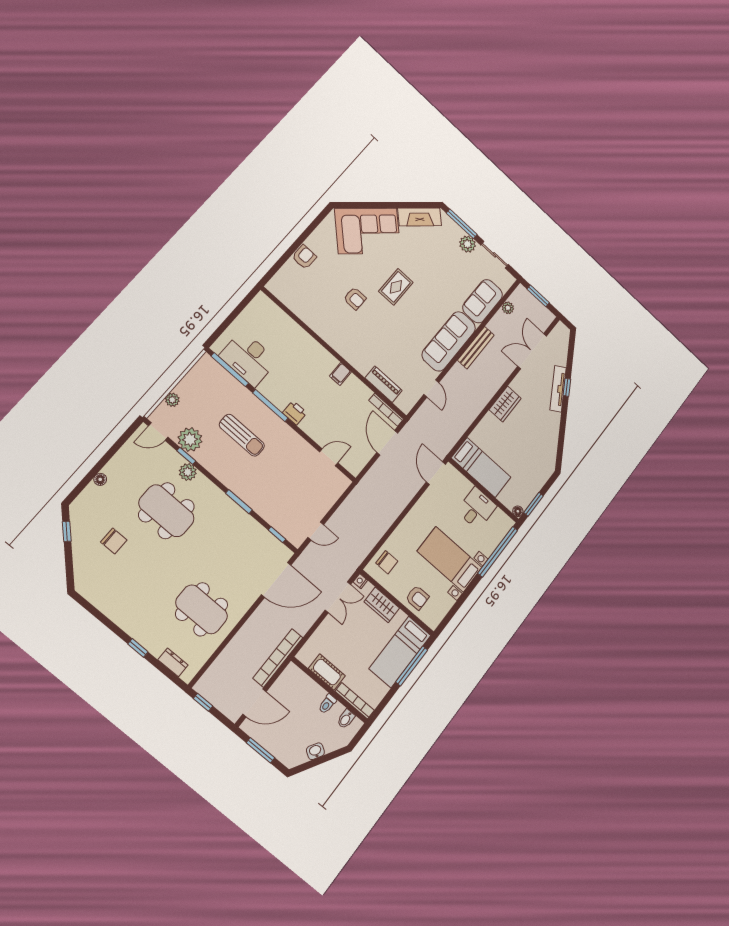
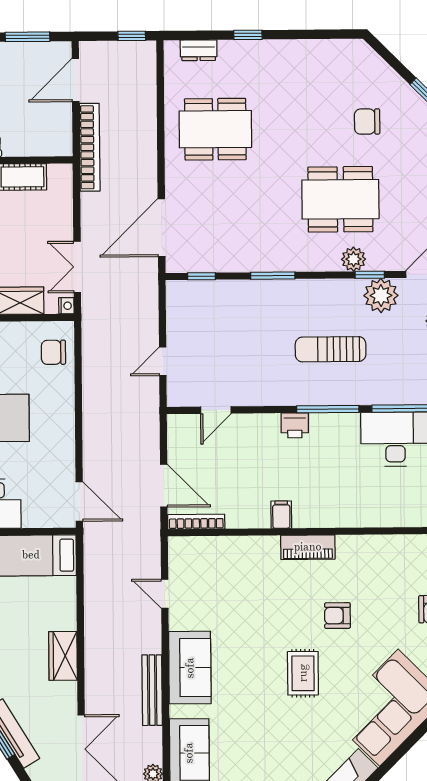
sofa: (449, 341) -> (190, 668), width x0.73
piano: (384, 384) -> (308, 547), moved
door: (316, 531) -> (163, 361), moved

